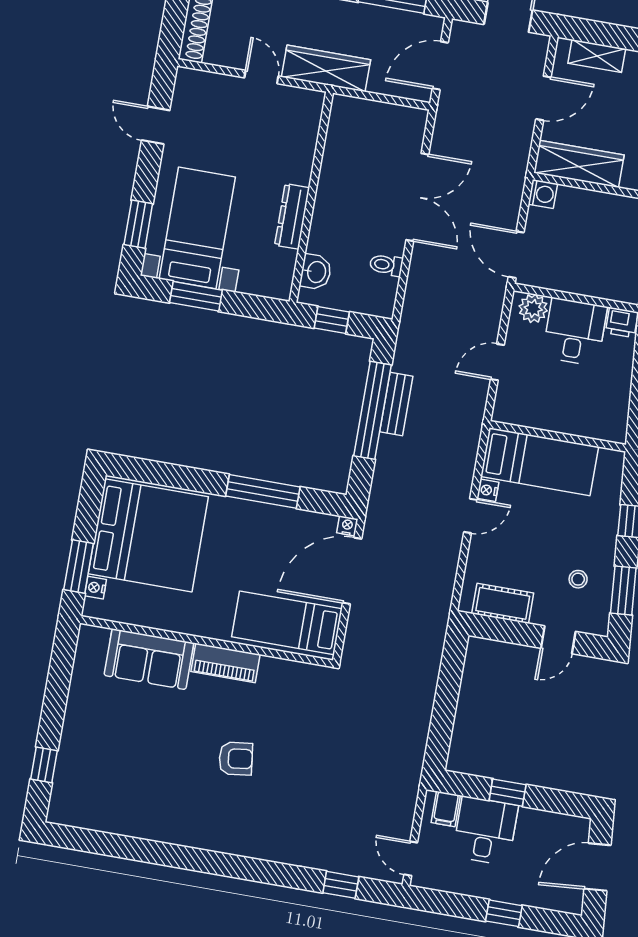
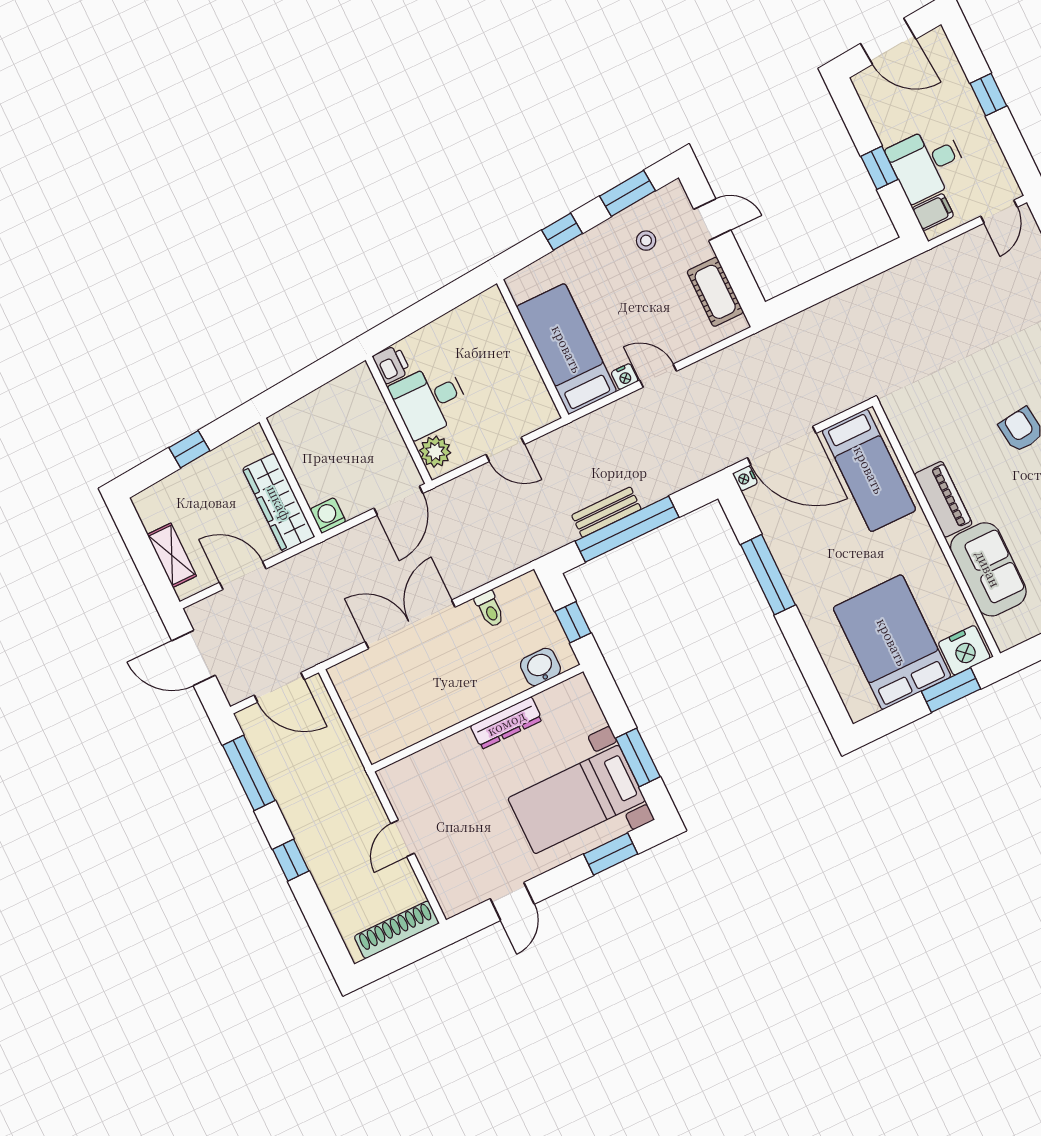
wardrobe: (326, 68) -> (354, 787), removed
bed: (148, 535) -> (892, 642), width x0.73
nightstand: (95, 588) -> (964, 650), width x1.89, depth x1.79

